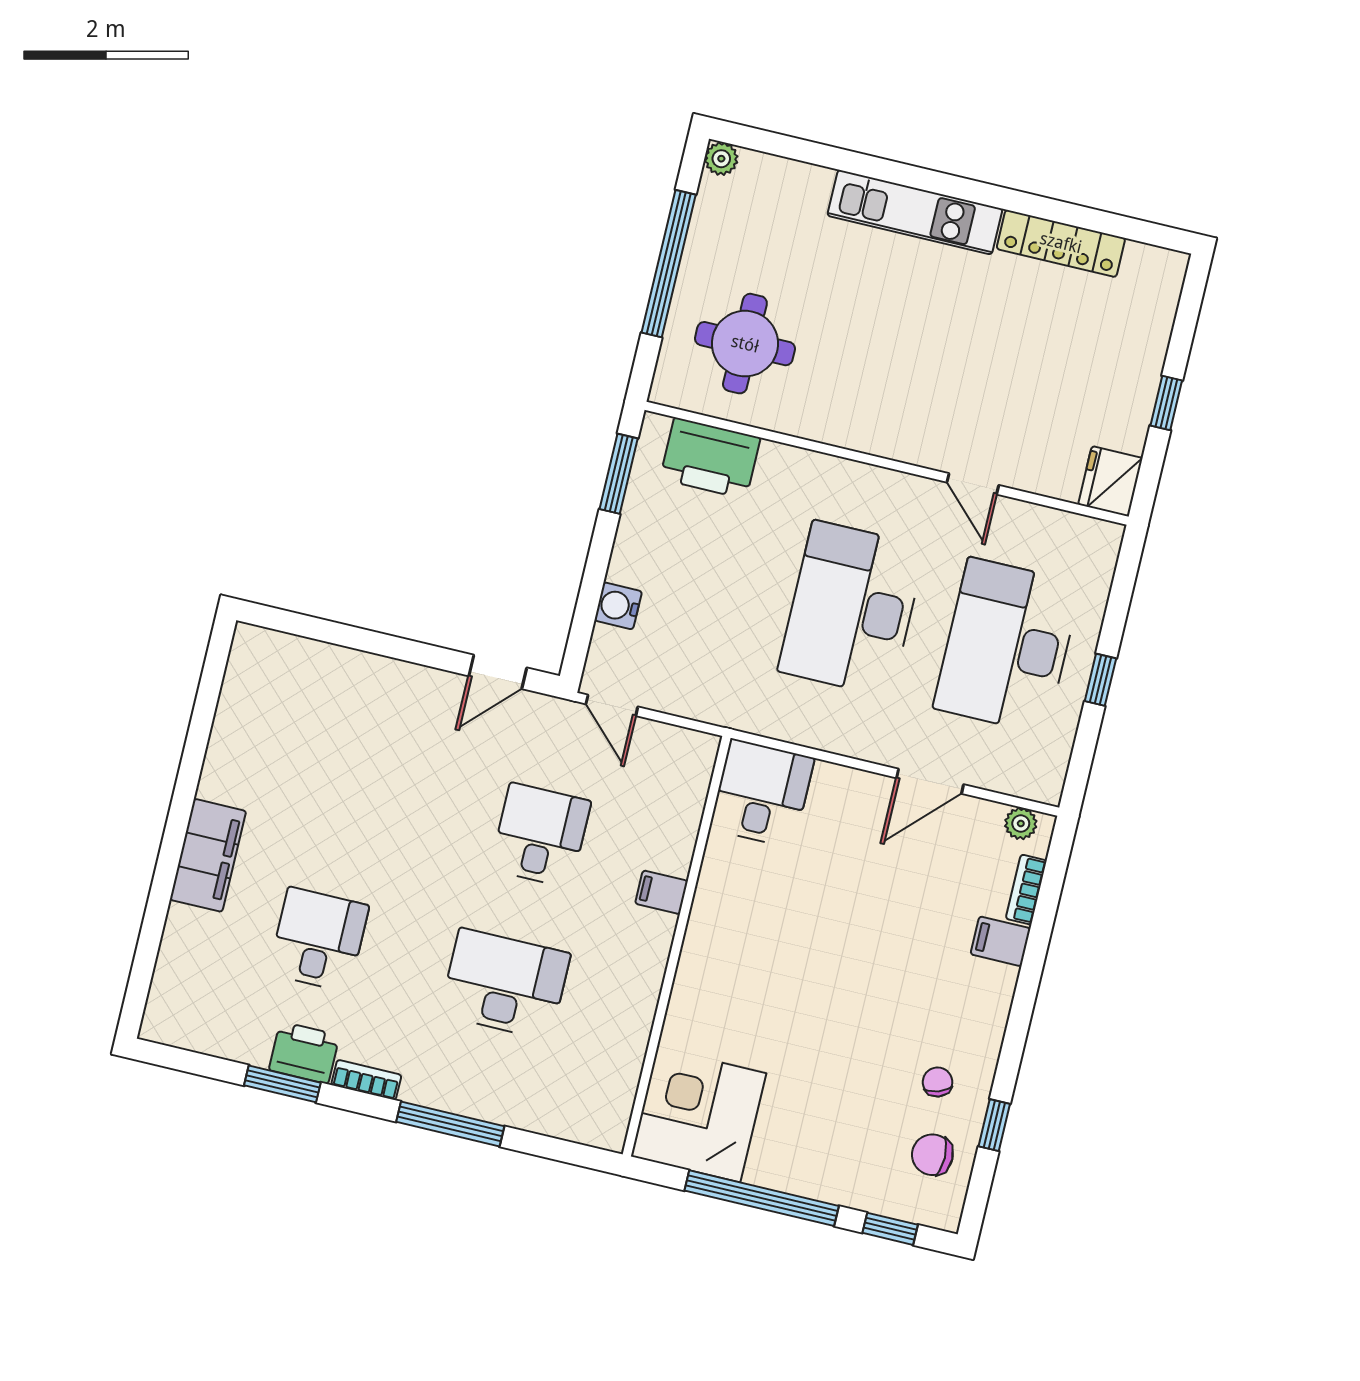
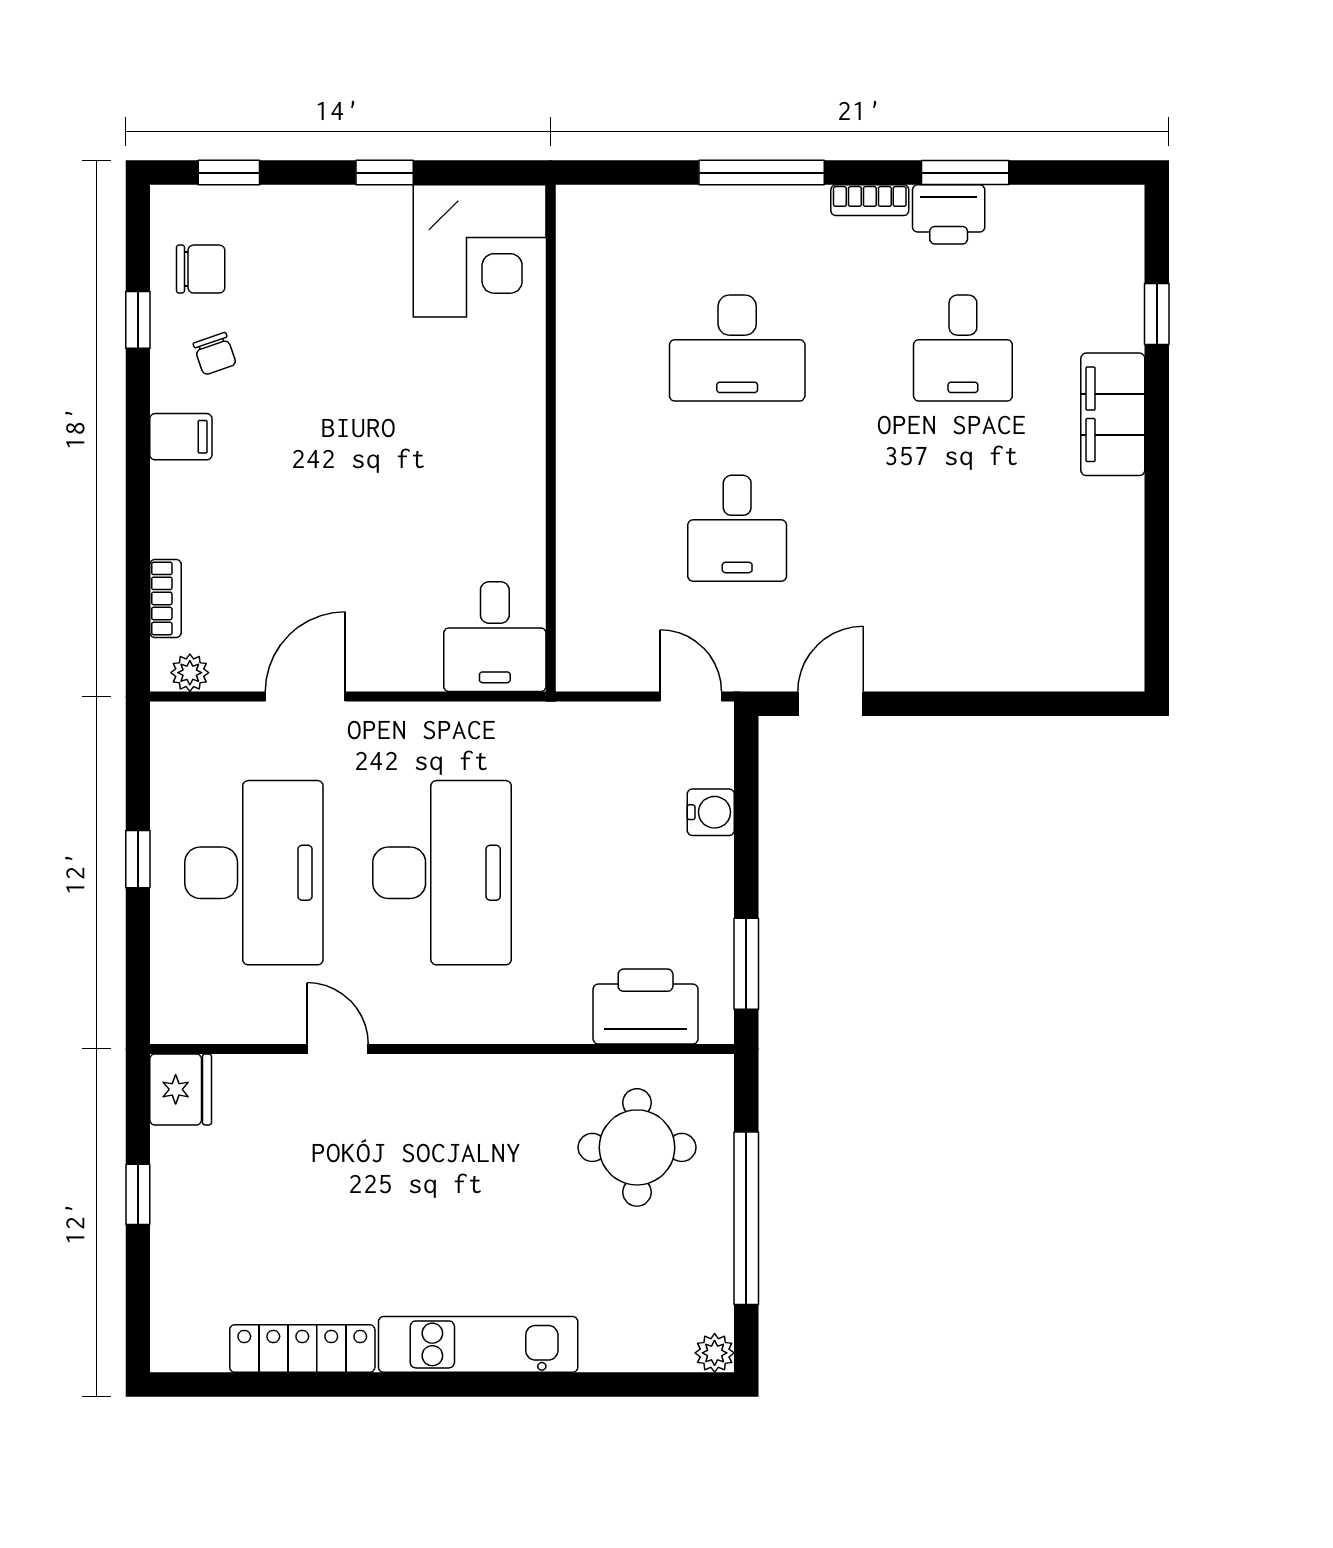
filing cabinet: (662, 892) -> (583, 496), removed
window: (152, 930) -> (1157, 314), added
filing cabinet: (1001, 941) -> (181, 437), moved
window: (762, 1198) -> (385, 173), width x0.32

